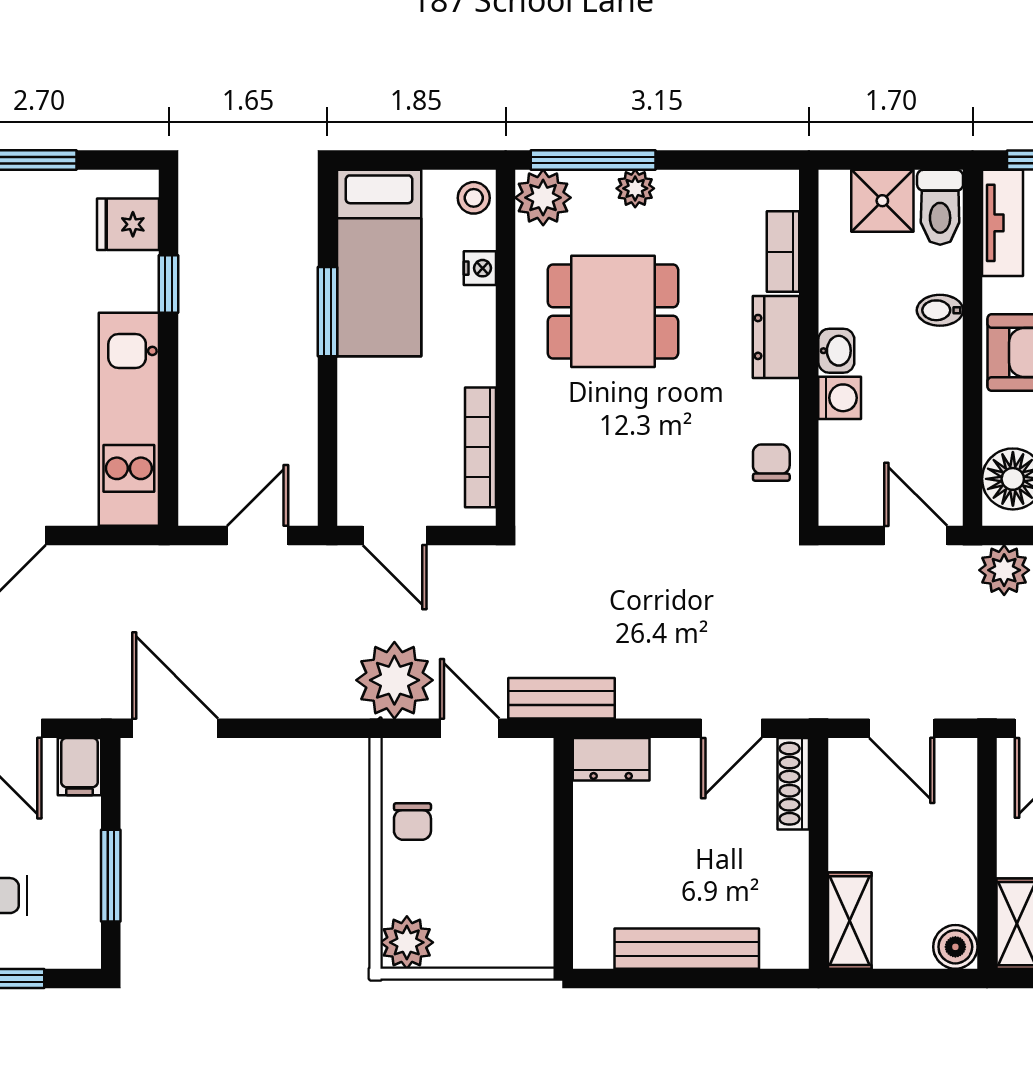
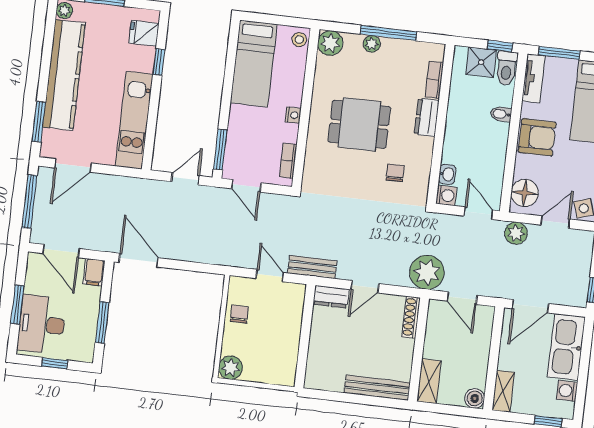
window: (593, 160) -> (388, 33), moved
window: (920, 160) -> (500, 46), added
nightstand: (480, 268) -> (293, 115), moved
dining table: (613, 311) -> (359, 124), moved
window: (327, 312) -> (220, 150), moved
washbasin: (836, 351) -> (447, 174), moved
washing machine: (840, 398) -> (446, 195), moved
bookcase: (481, 447) -> (288, 161), width x0.64
chair: (771, 463) -> (395, 173), moved
plant: (394, 680) -> (427, 272), moved
door: (731, 728) -> (365, 287), moved
chair: (412, 822) -> (239, 314), turned 180
bench: (687, 949) -> (377, 388), moved

